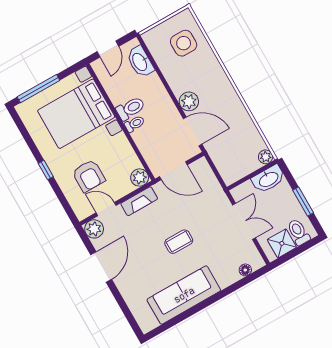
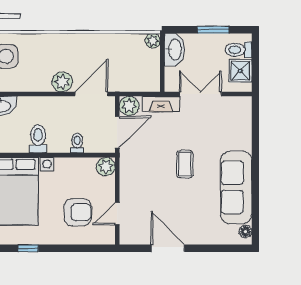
toilet: (135, 124) -> (77, 143), moved
window: (46, 170) -> (28, 248), moved
fireplace: (139, 201) -> (161, 104), moved, turned 90
plant: (94, 229) -> (129, 106), moved
floor lamp: (245, 270) -> (245, 232), moved

